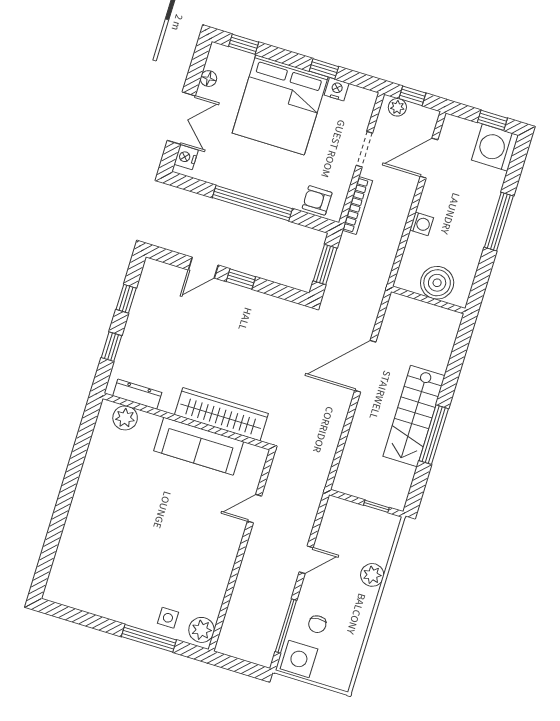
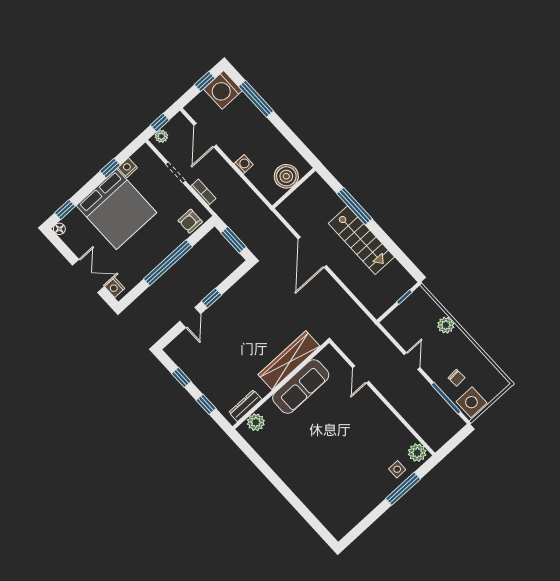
floor lamp: (209, 79) -> (59, 229), moved
bookcase: (357, 206) -> (203, 192), width x0.64
window: (499, 222) -> (256, 99), moved
window: (434, 435) -> (355, 206), moved

